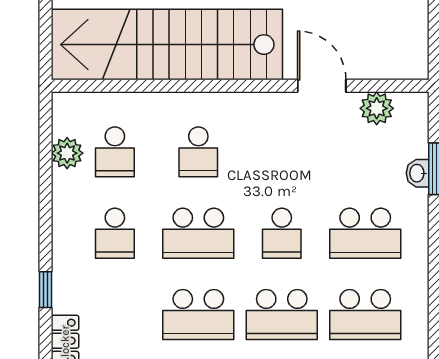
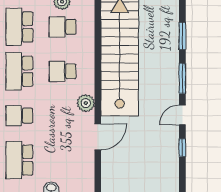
plant: (377, 108) -> (86, 103), moved
school desk: (115, 233) -> (19, 27), width x1.85

